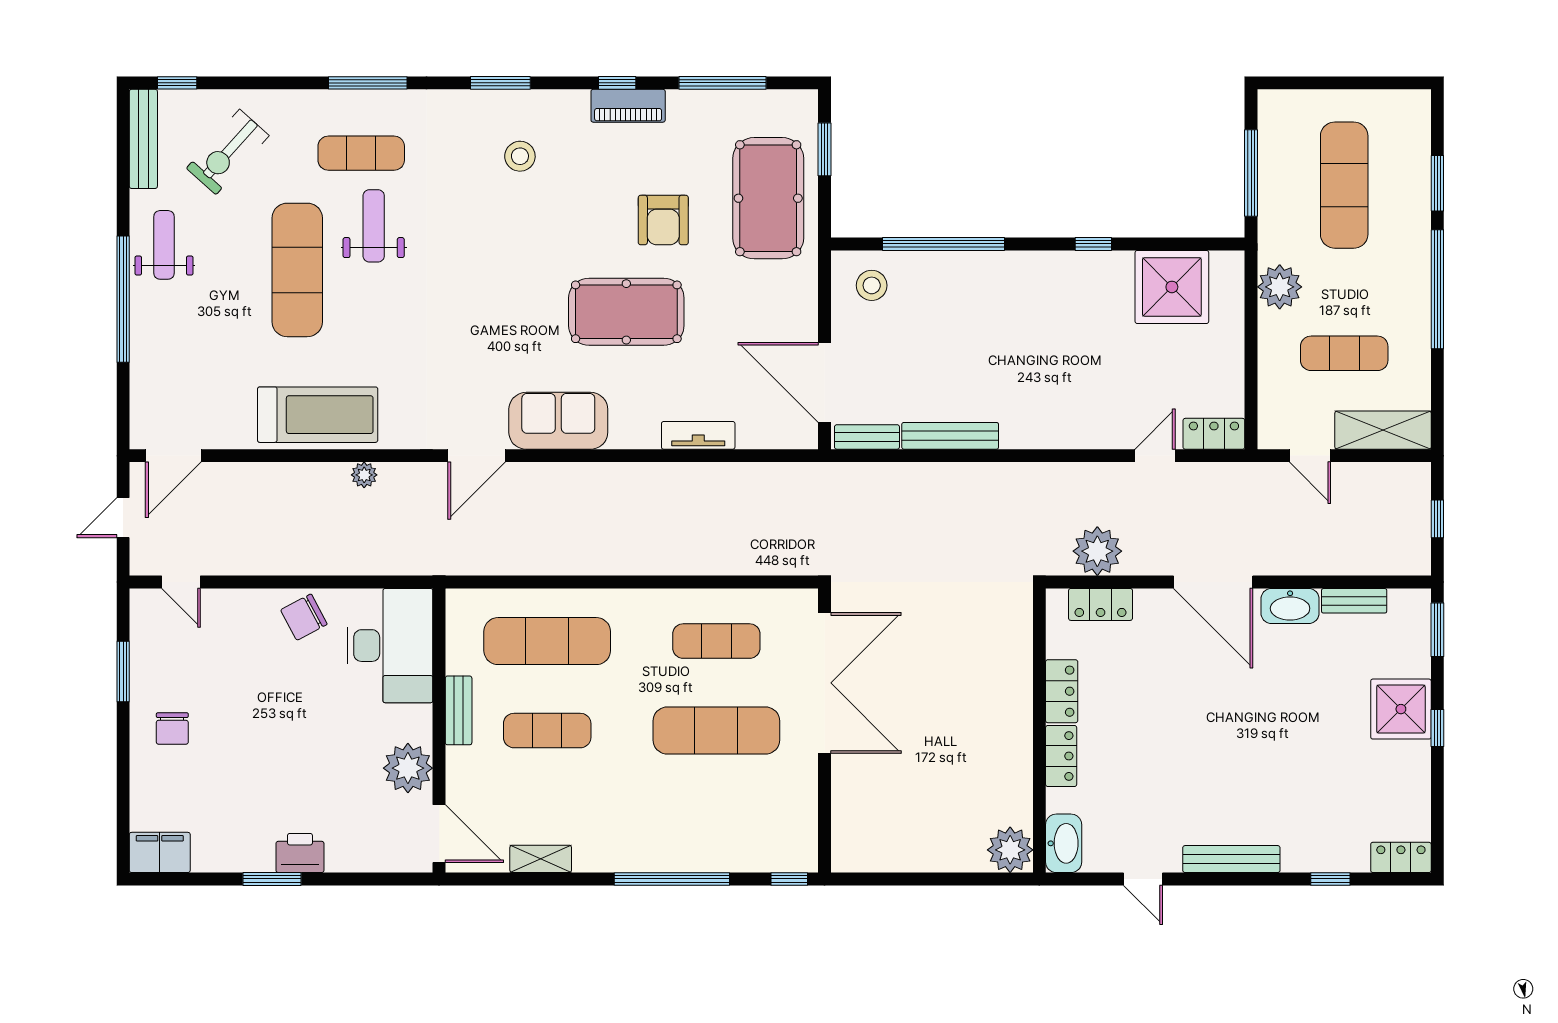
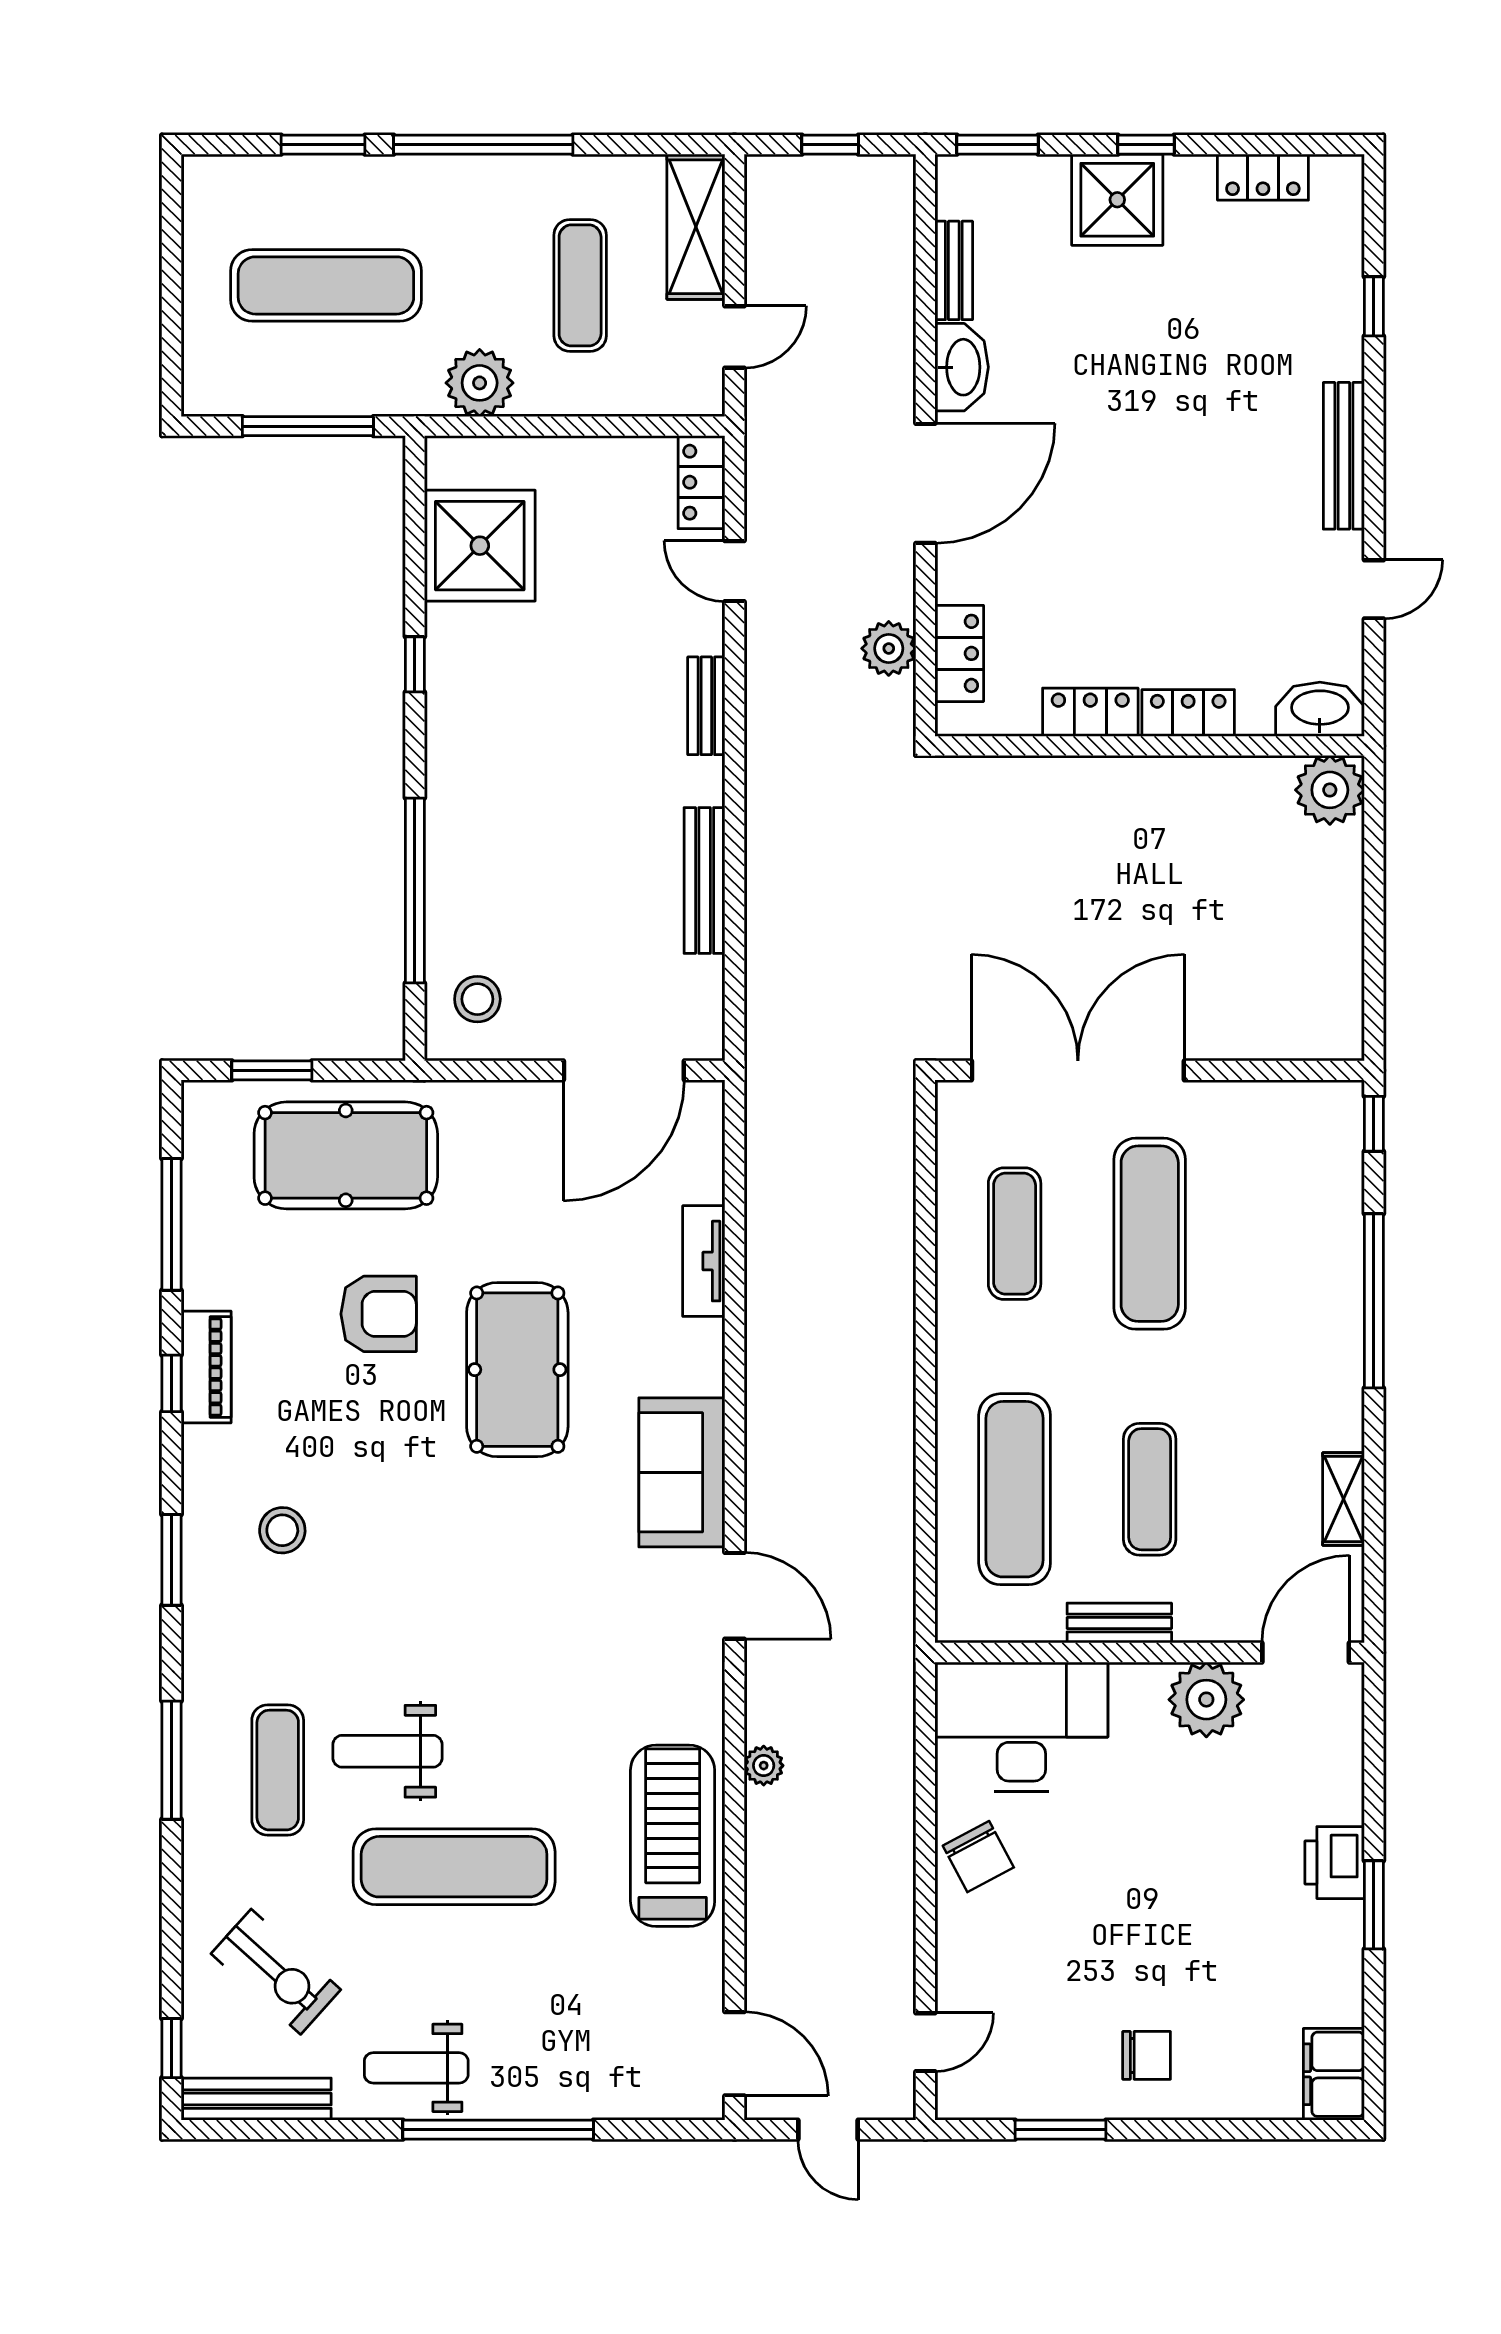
bench: (867, 437) -> (706, 706), moved
plant: (1097, 551) -> (889, 648), width x0.73, depth x0.73
locker: (1401, 857) -> (1263, 177), moved, turned -90

